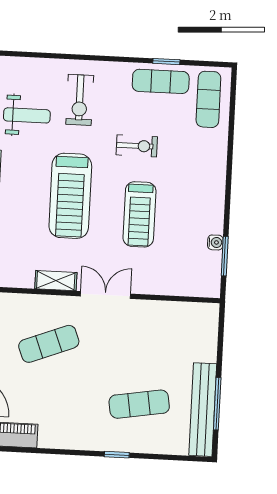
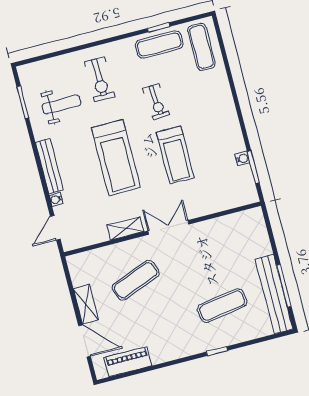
exercise bike: (137, 146) -> (156, 101), turned 85

